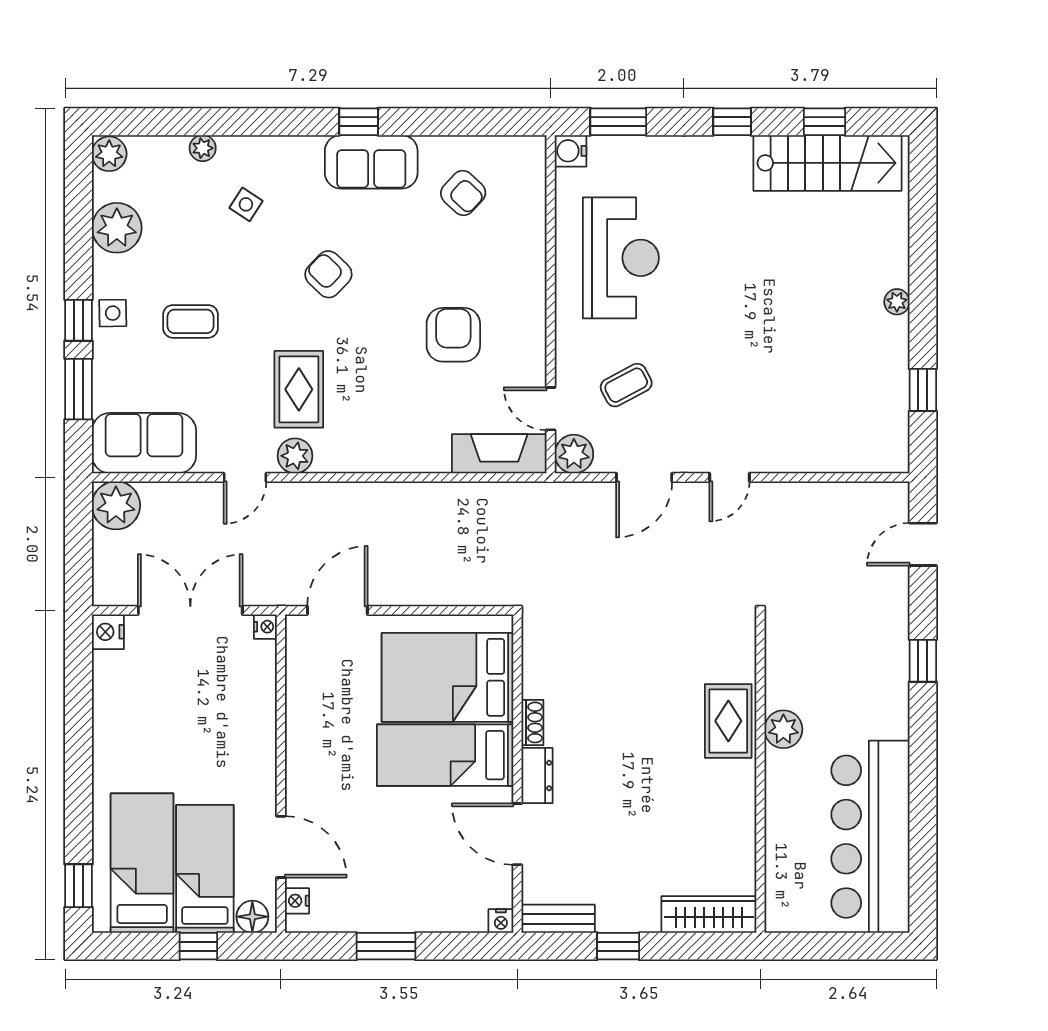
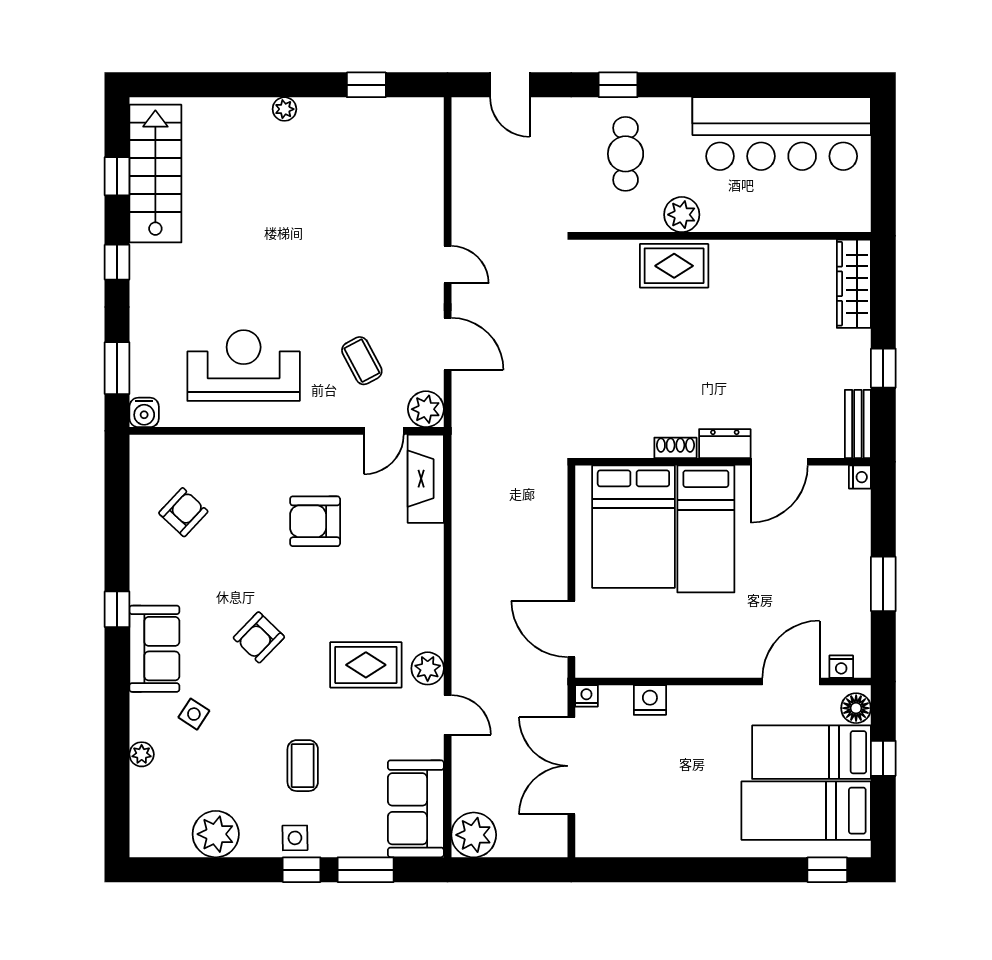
plant: (109, 154) -> (147, 841), removed
sofa: (371, 162) -> (154, 649), moved
nightstand: (108, 632) -> (650, 700), moved, turned 180
cafe table: (849, 669) -> (626, 154), added

